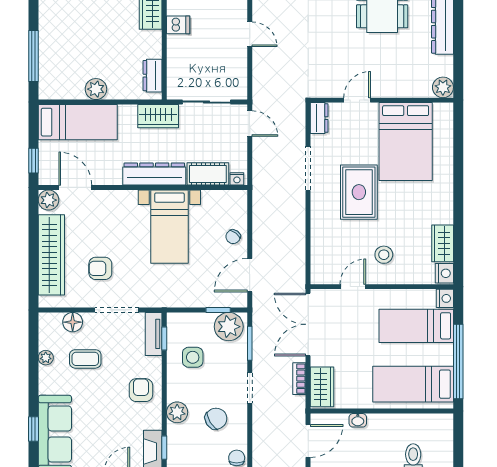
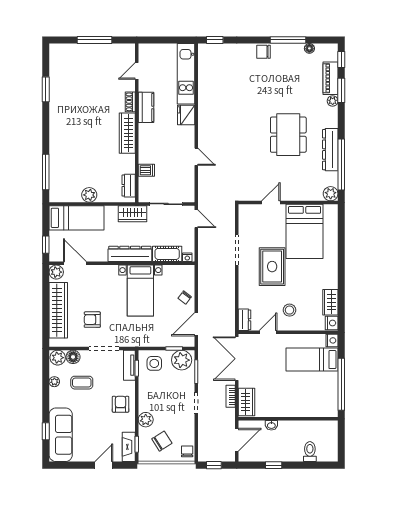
dishwasher: (178, 25) -> (146, 170), moved
window: (458, 45) -> (341, 164), added
dresser: (319, 118) -> (244, 320), moved
plant: (51, 323) -> (58, 358), added
side table: (193, 357) -> (154, 363), moved
bed: (413, 384) -> (310, 400), removed
chair: (216, 419) -> (162, 441), moved

